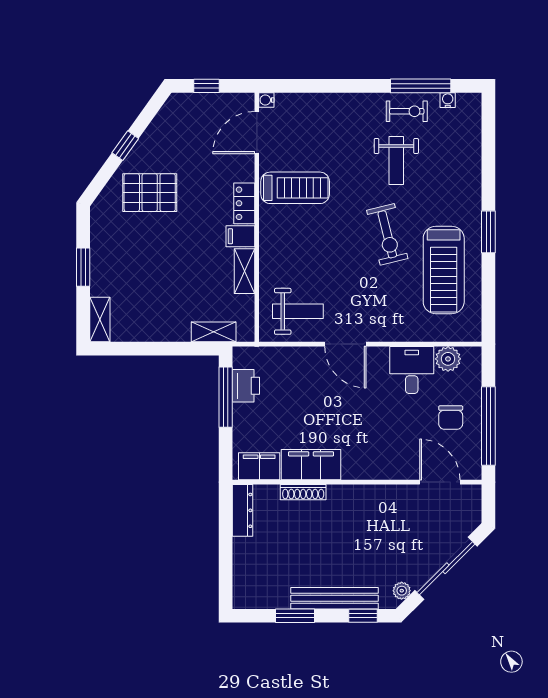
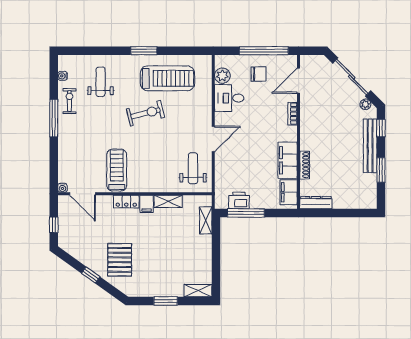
window: (421, 86) -> (54, 118), moved
weight bench: (396, 160) -> (101, 82), moved, turned -90
bookcase: (386, 473) -> (292, 114), added

